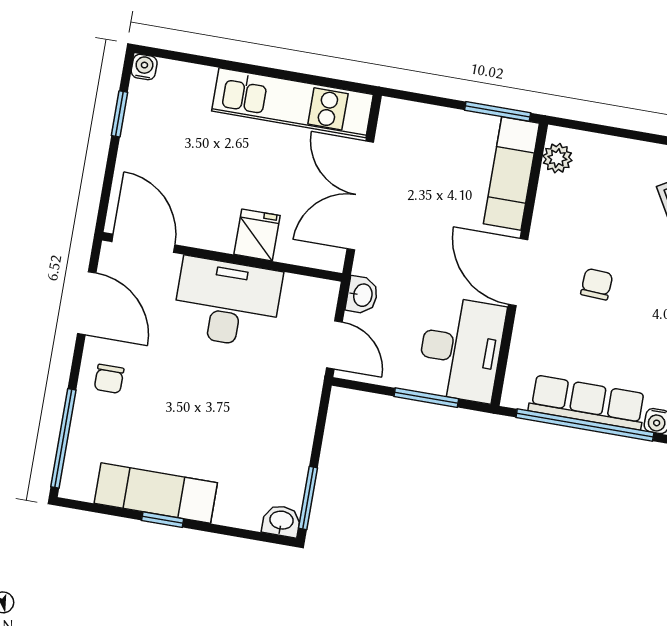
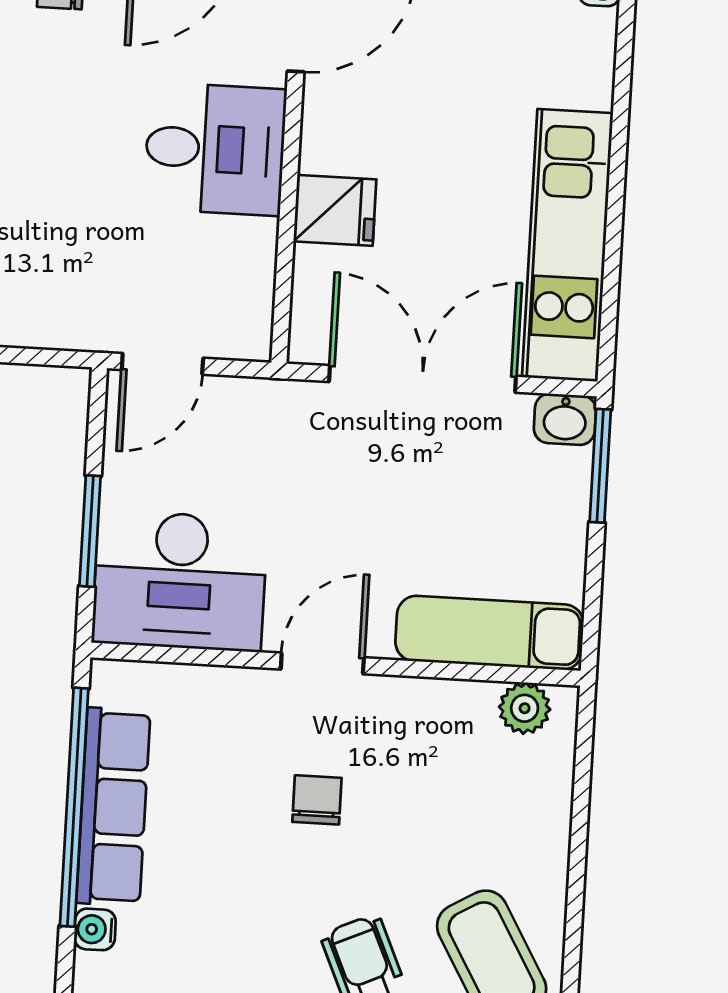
window: (498, 111) -> (600, 466), moved
door: (518, 272) -> (322, 663), width x0.73
chair: (597, 284) -> (317, 800), turned -93
washbasin: (362, 295) -> (565, 419), moved
desk: (227, 303) -> (215, 149), width x0.73

